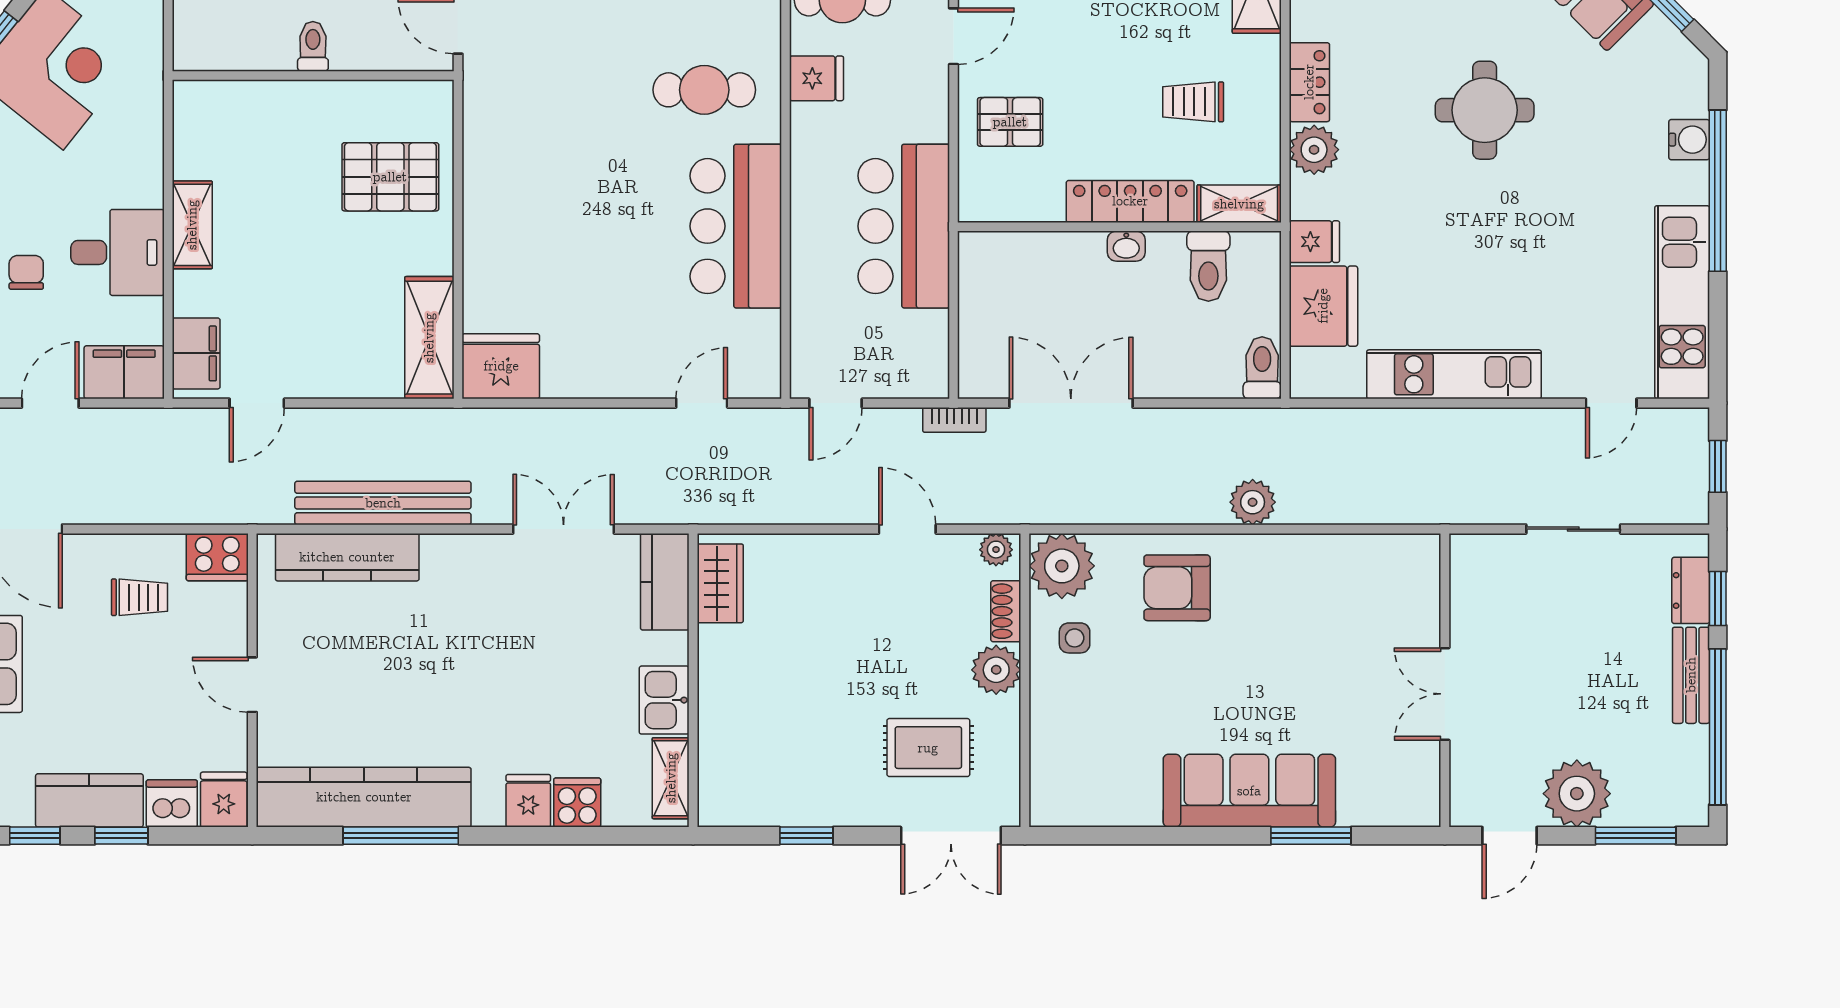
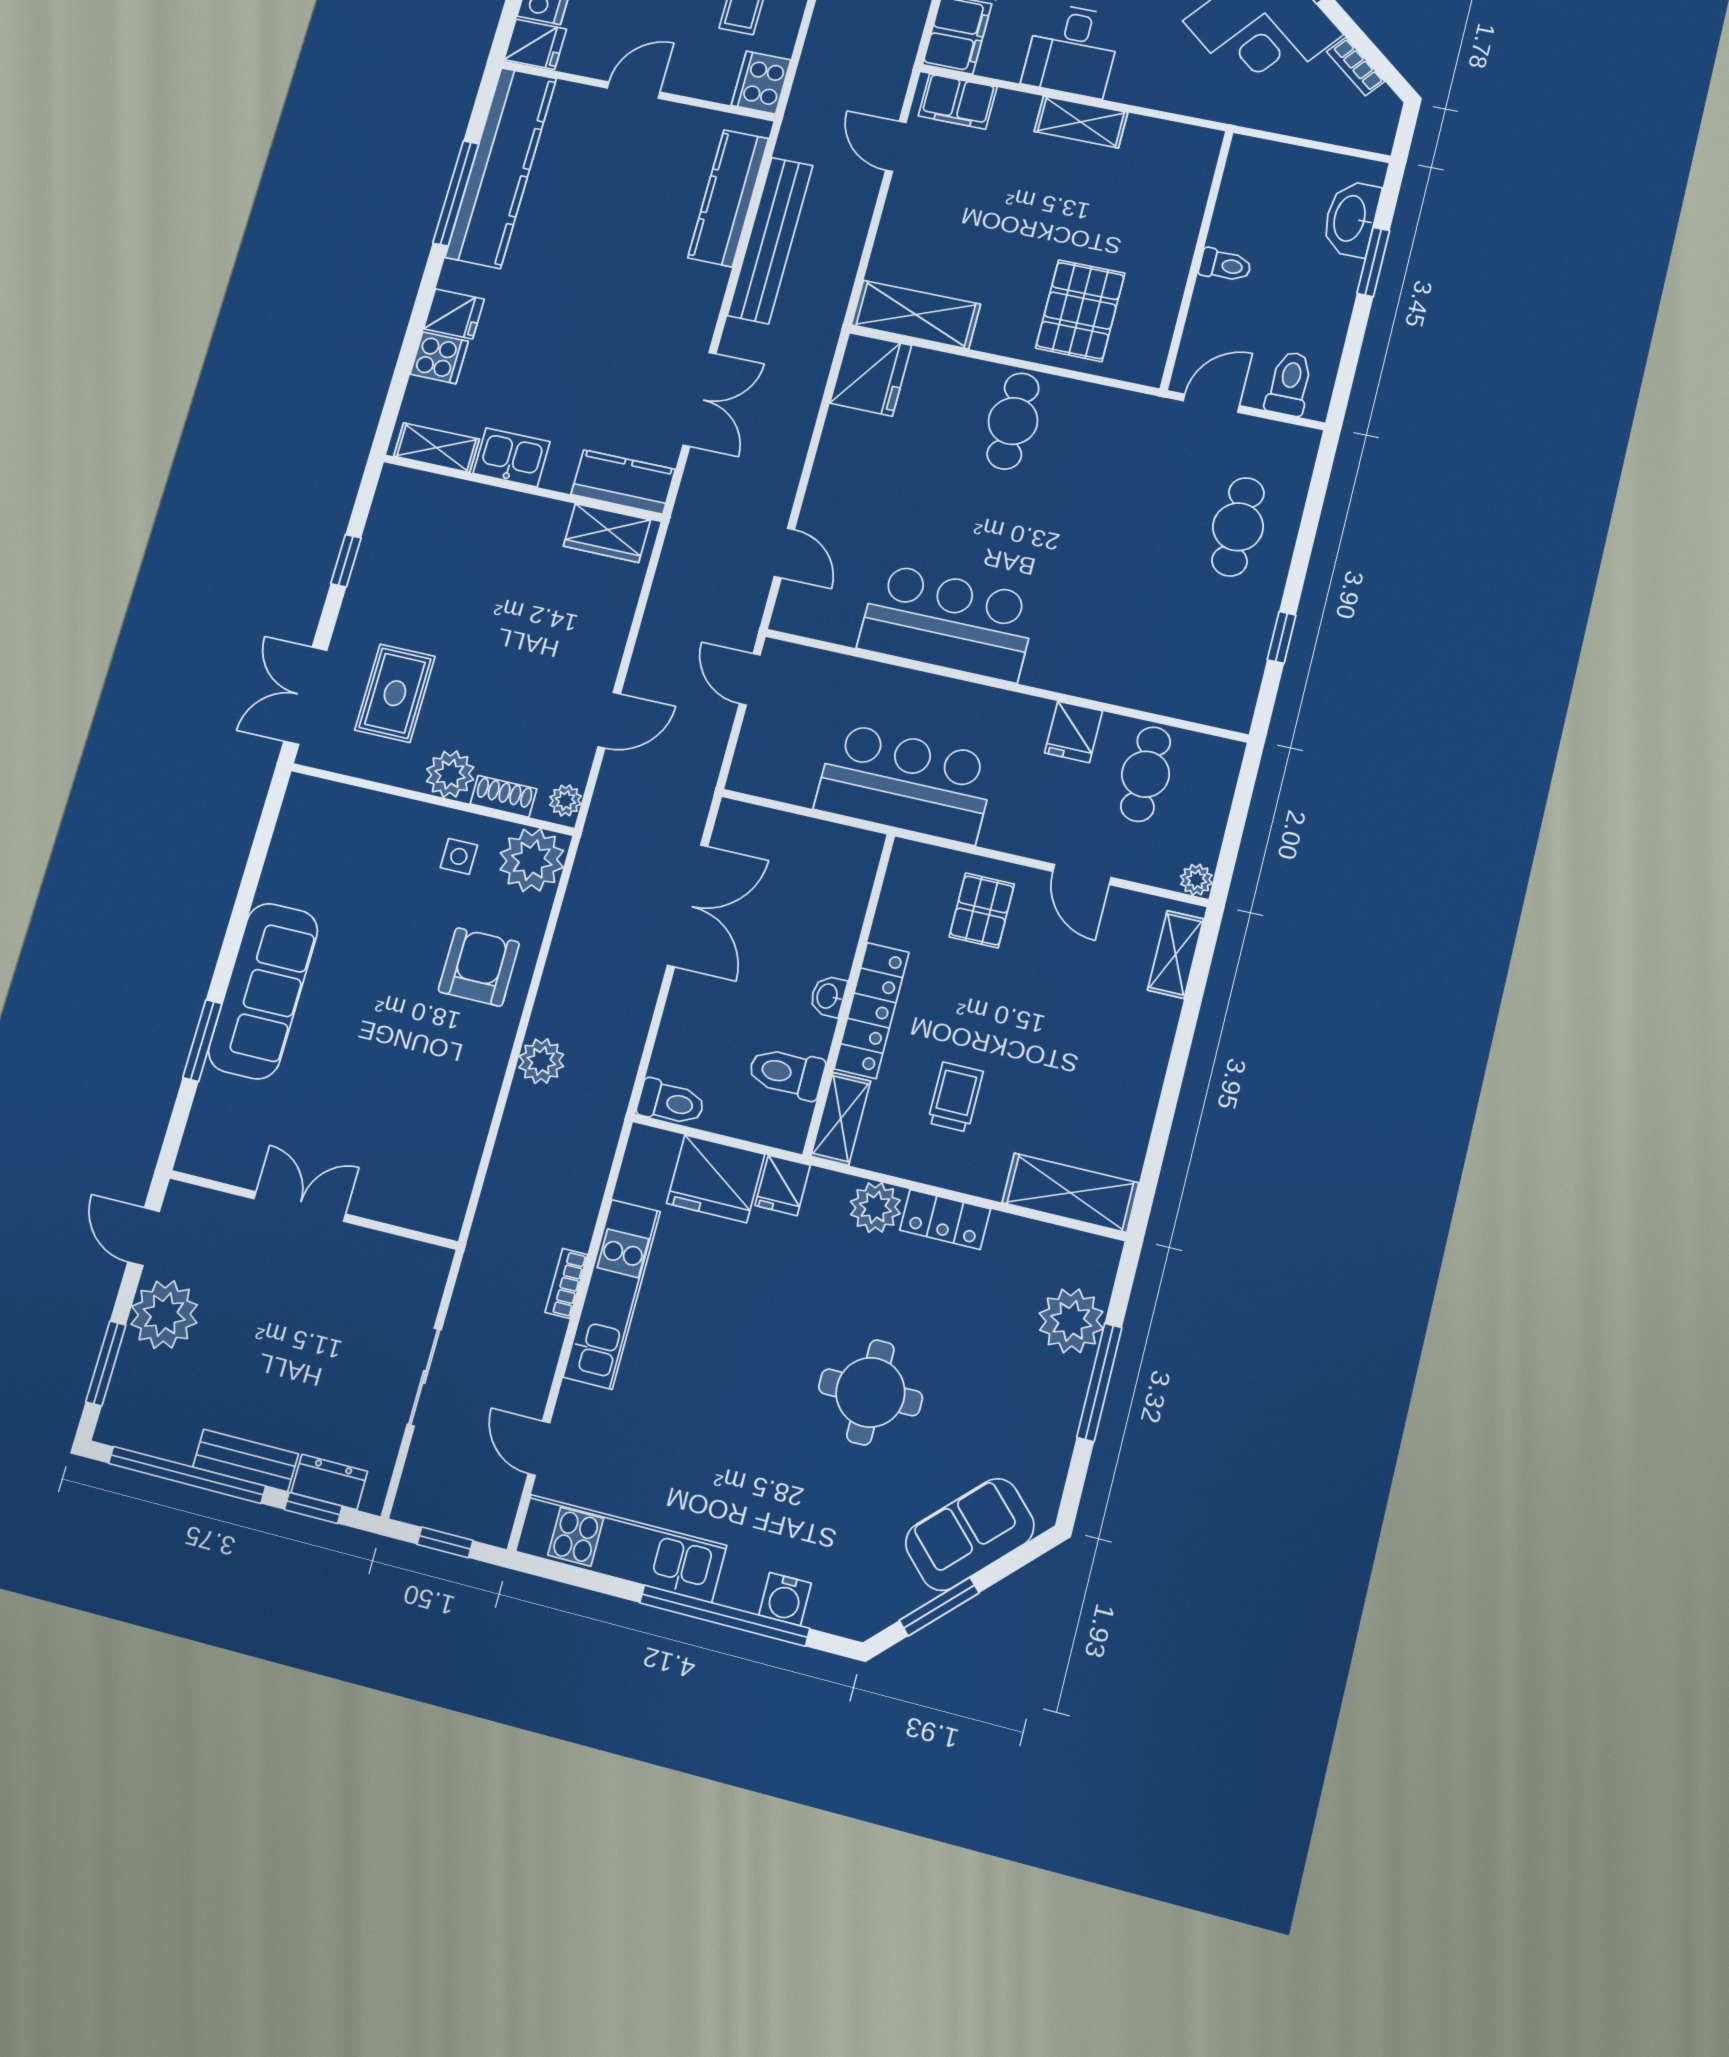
cafe table: (704, 90) -> (1013, 421), moved
bookcase: (954, 420) -> (566, 1284), moved

